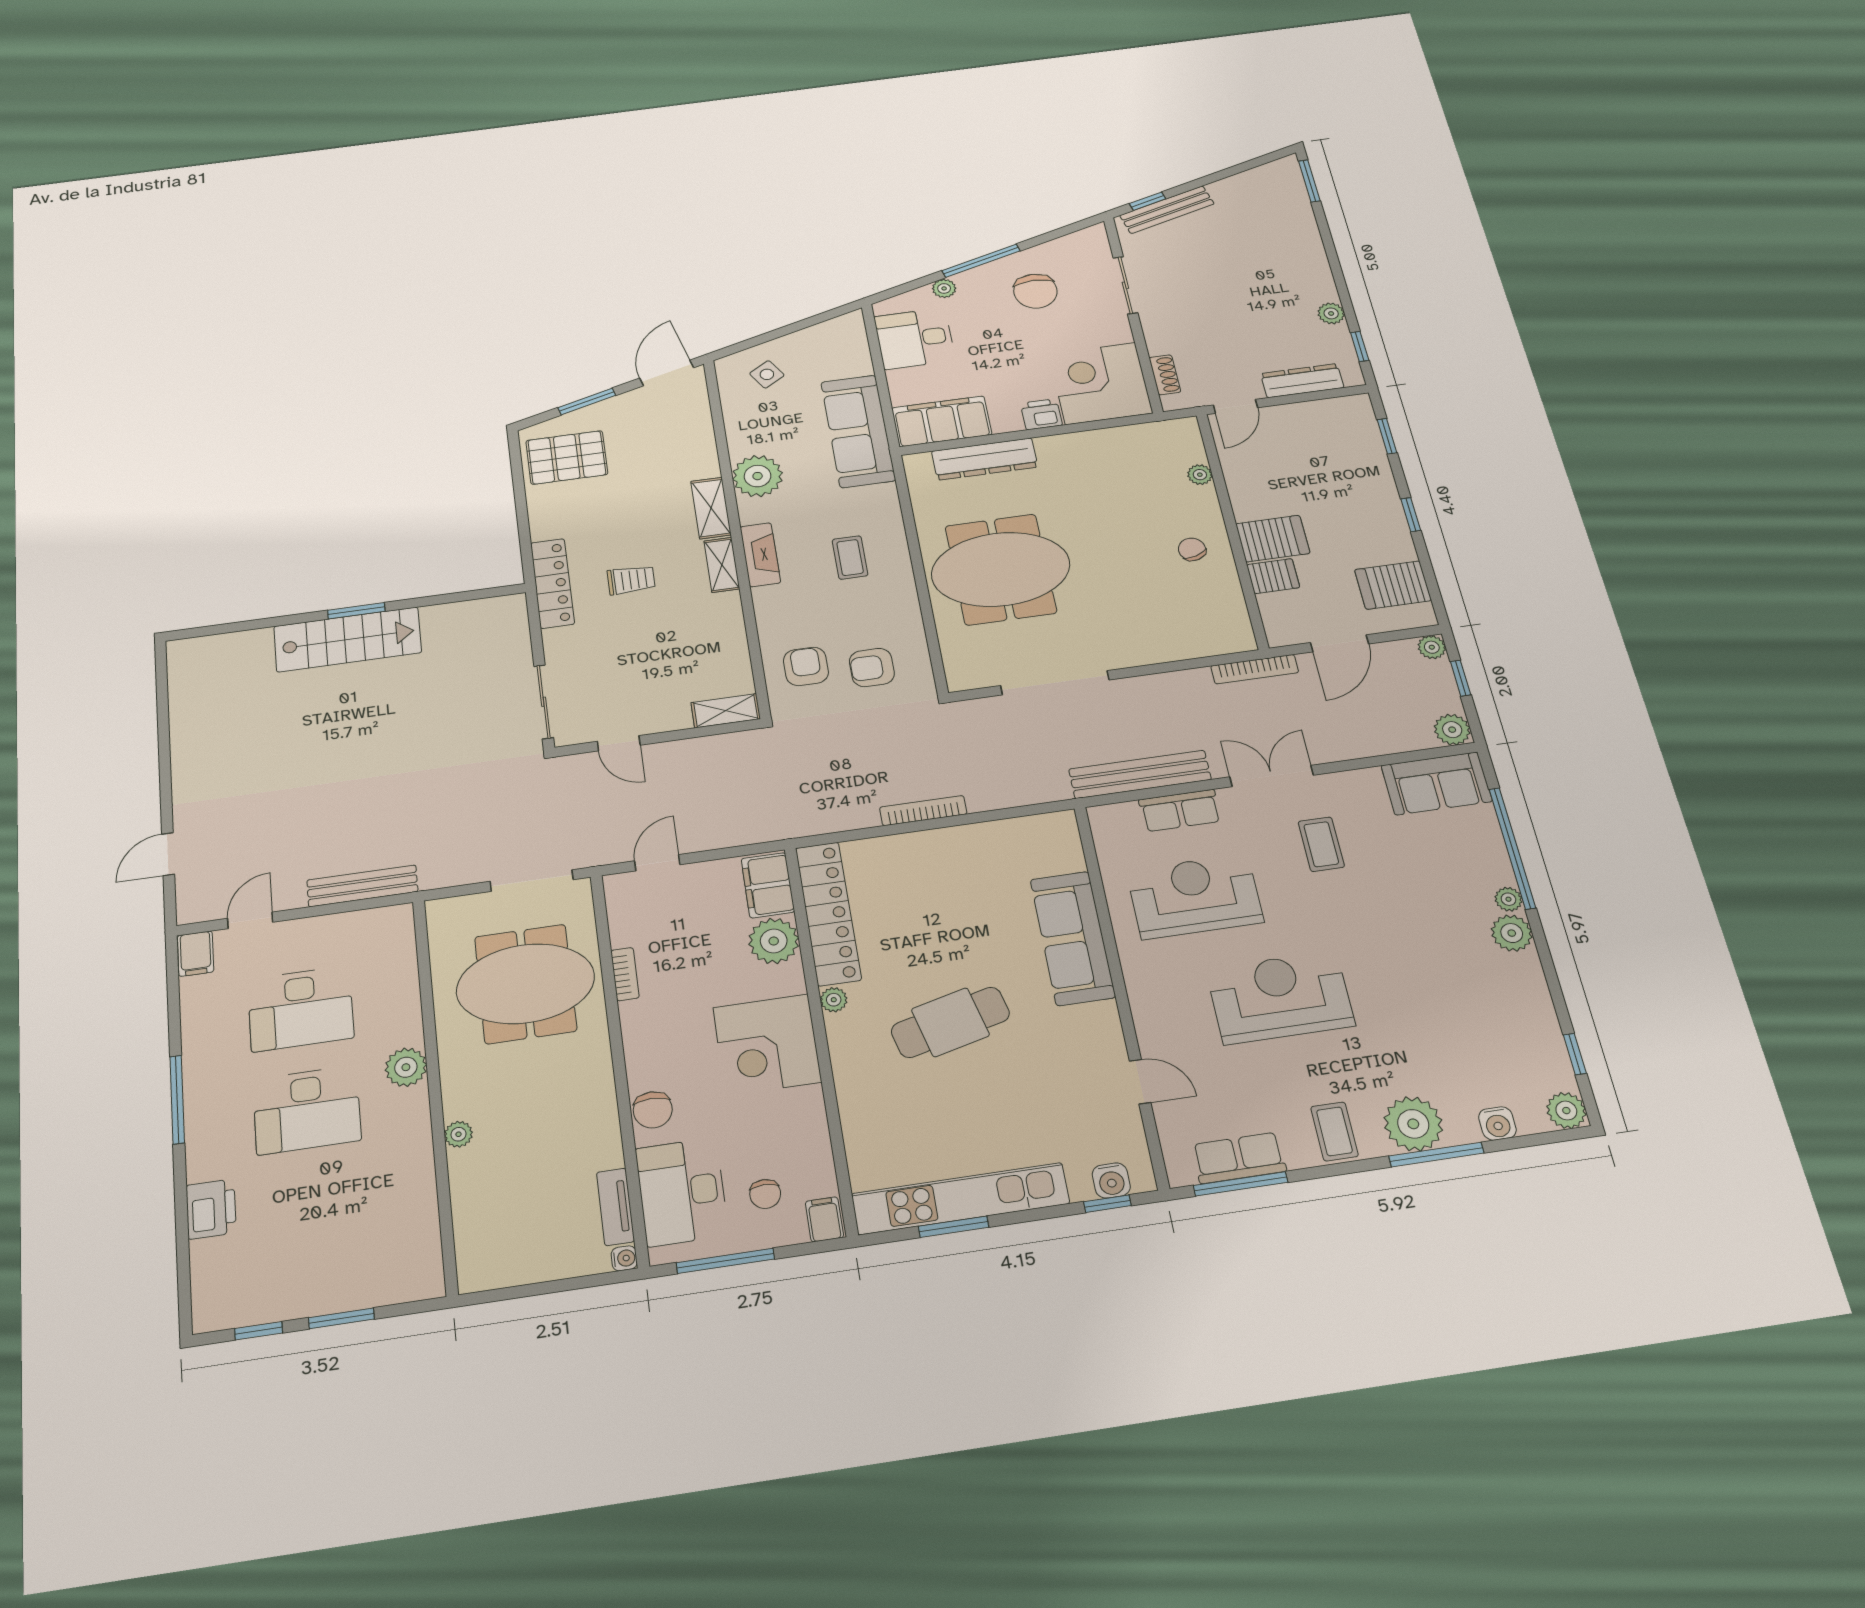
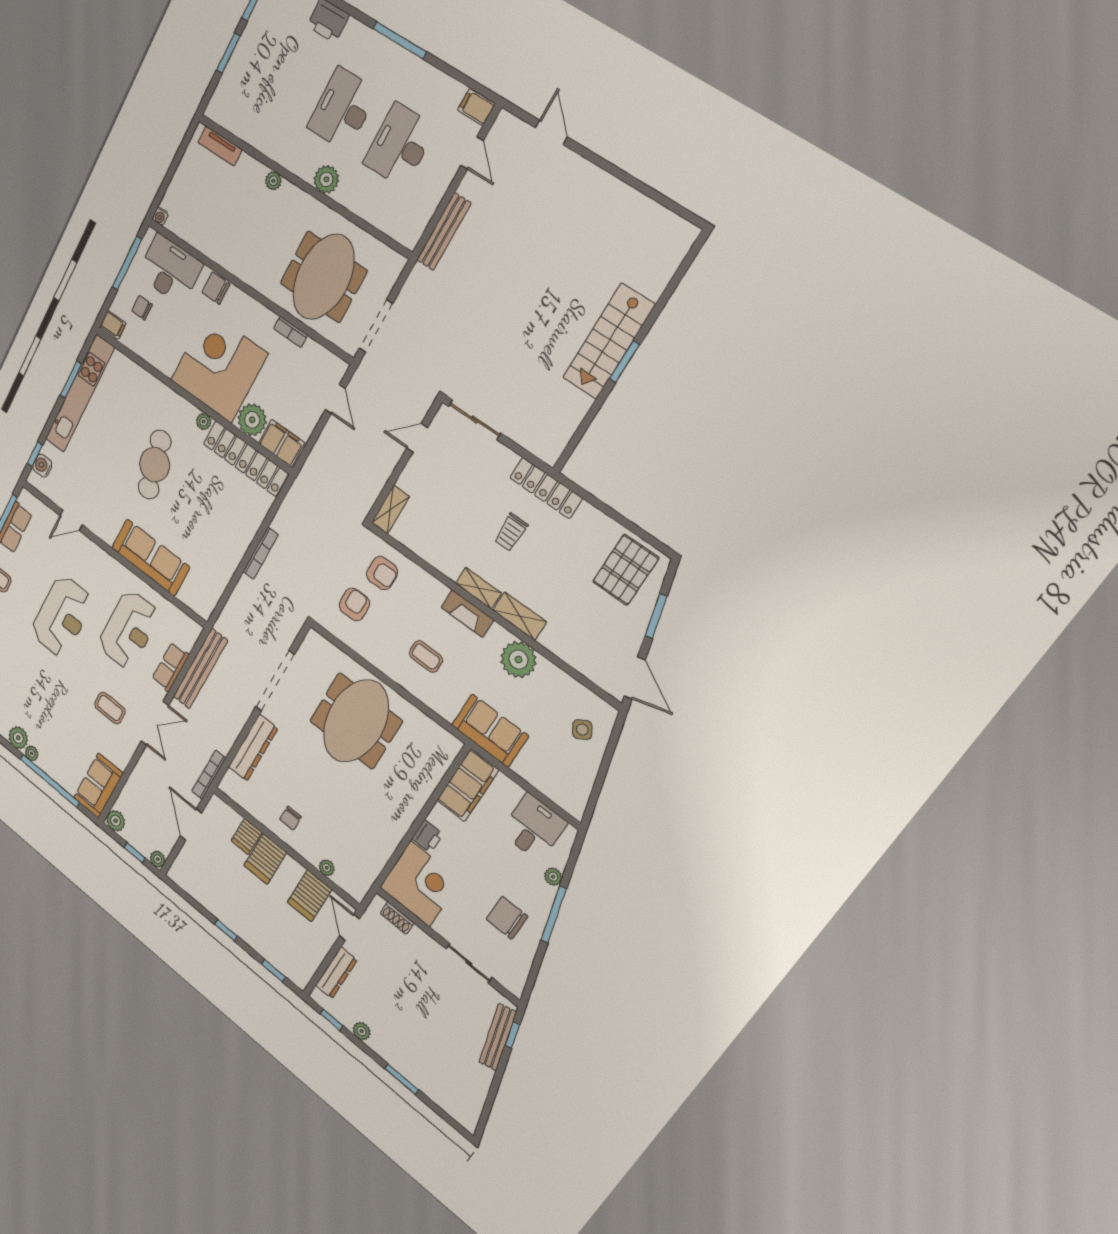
window: (1309, 181) -> (402, 1079), moved
sofa: (858, 431) -> (490, 731), width x0.73
dresser: (985, 459) -> (253, 748), moved, turned 180
chair: (1192, 549) -> (291, 818), turned 107
server rack: (1393, 585) -> (310, 896), moved, turned 180
corner desk: (767, 1045) -> (219, 367), width x1.36, depth x1.36
tv unit: (615, 1207) -> (220, 146), moved, turned 180

